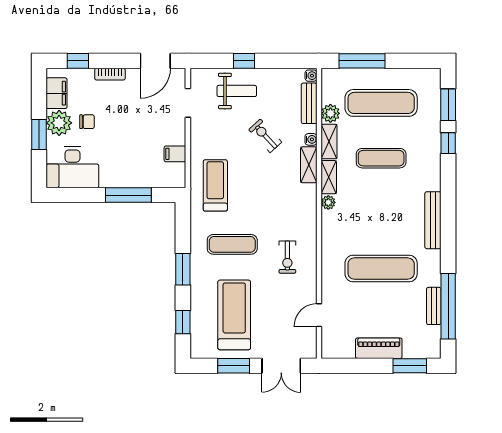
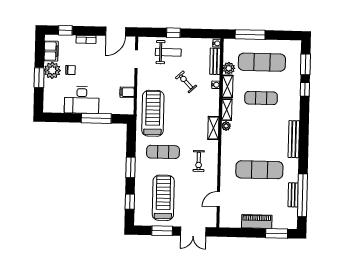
shelving: (309, 165) -> (213, 128), moved
desk: (72, 167) -> (82, 100), moved
treadmill: (215, 185) -> (153, 113), width x1.37, depth x1.38

